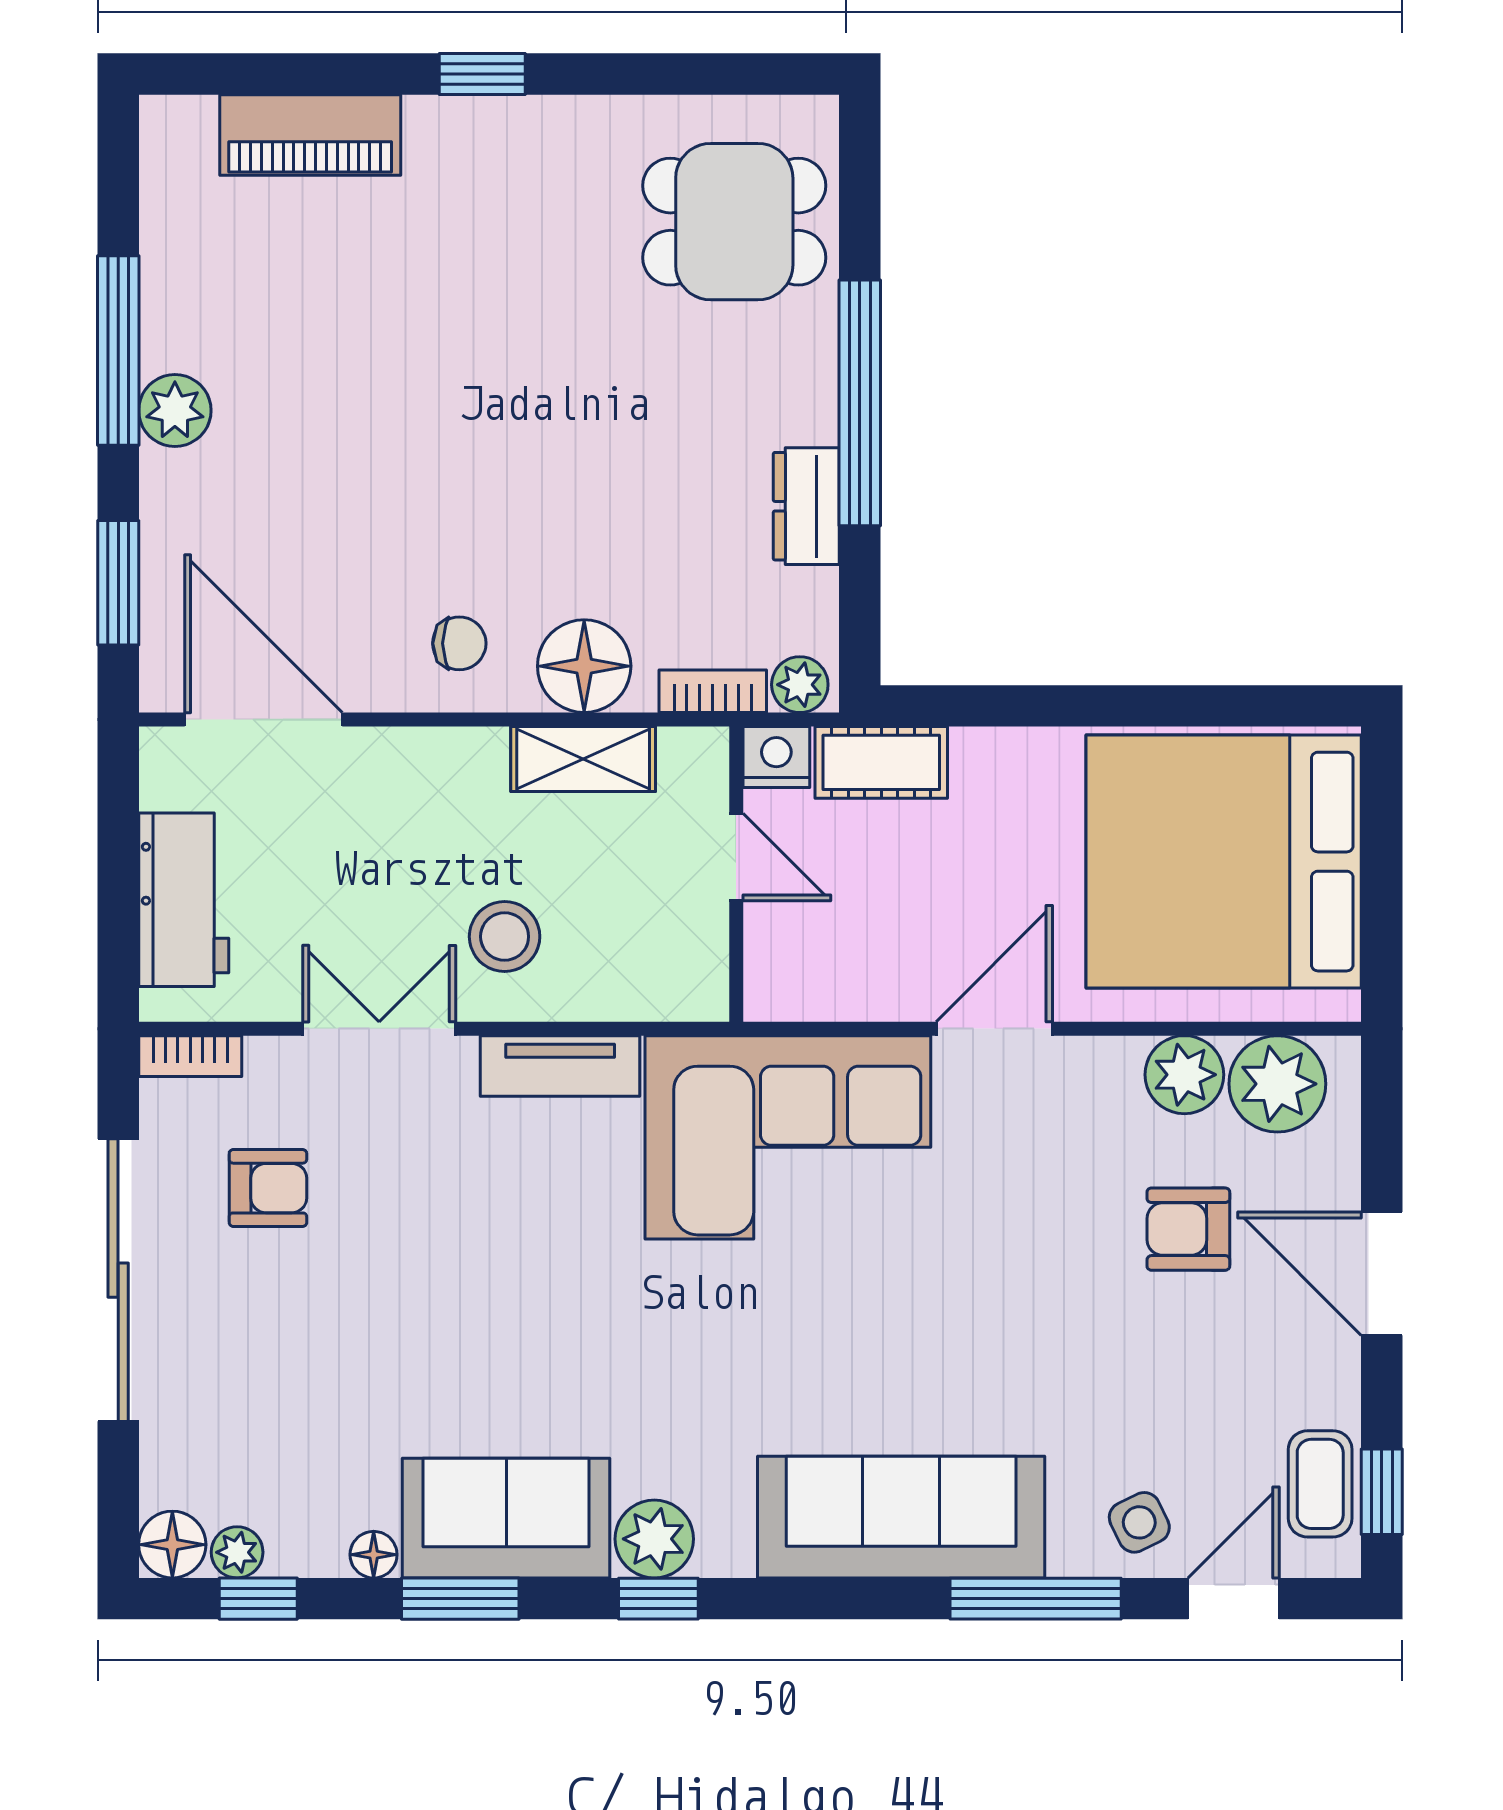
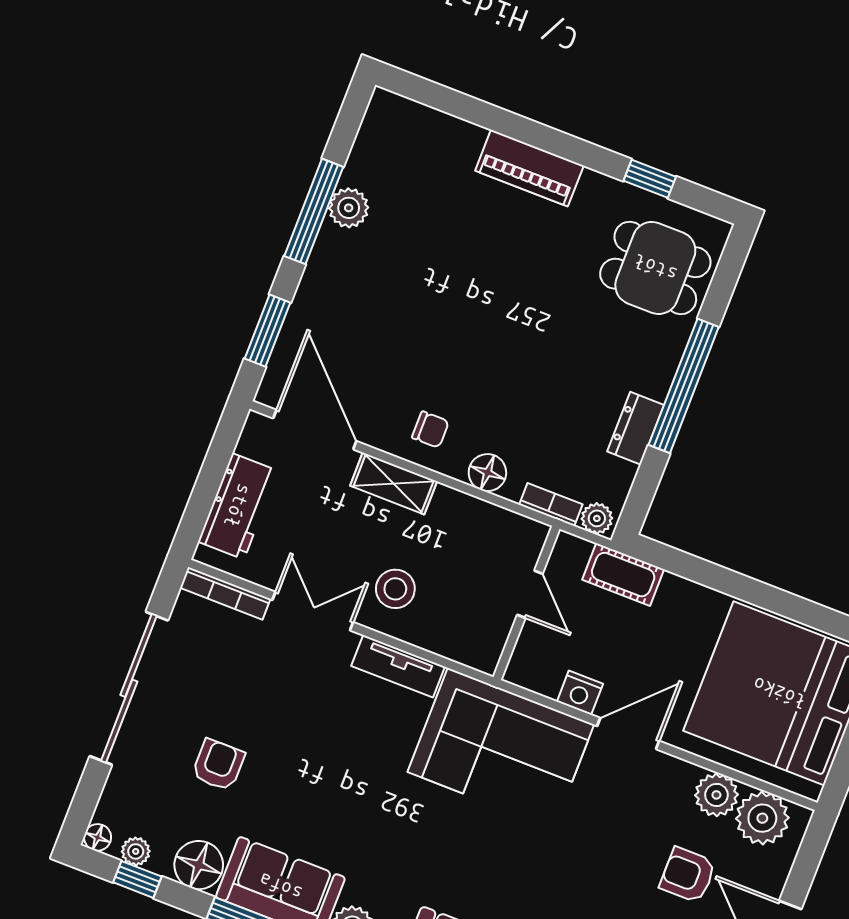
window: (482, 74) -> (650, 179), moved
piano: (310, 135) -> (529, 168), moved
plant: (175, 411) -> (349, 208), moved
floor lamp: (584, 666) -> (487, 473), width x0.73, depth x0.73
nightstand: (776, 757) -> (580, 693), moved, turned 180
shelving: (583, 759) -> (394, 483), moved
bookcase: (190, 1056) -> (225, 593), width x1.56
armchair: (268, 1188) -> (218, 765), moved, turned -90
floor lamp: (172, 1545) -> (98, 837), width x0.73, depth x0.73
floor lamp: (374, 1555) -> (199, 865), width x1.89, depth x1.89

